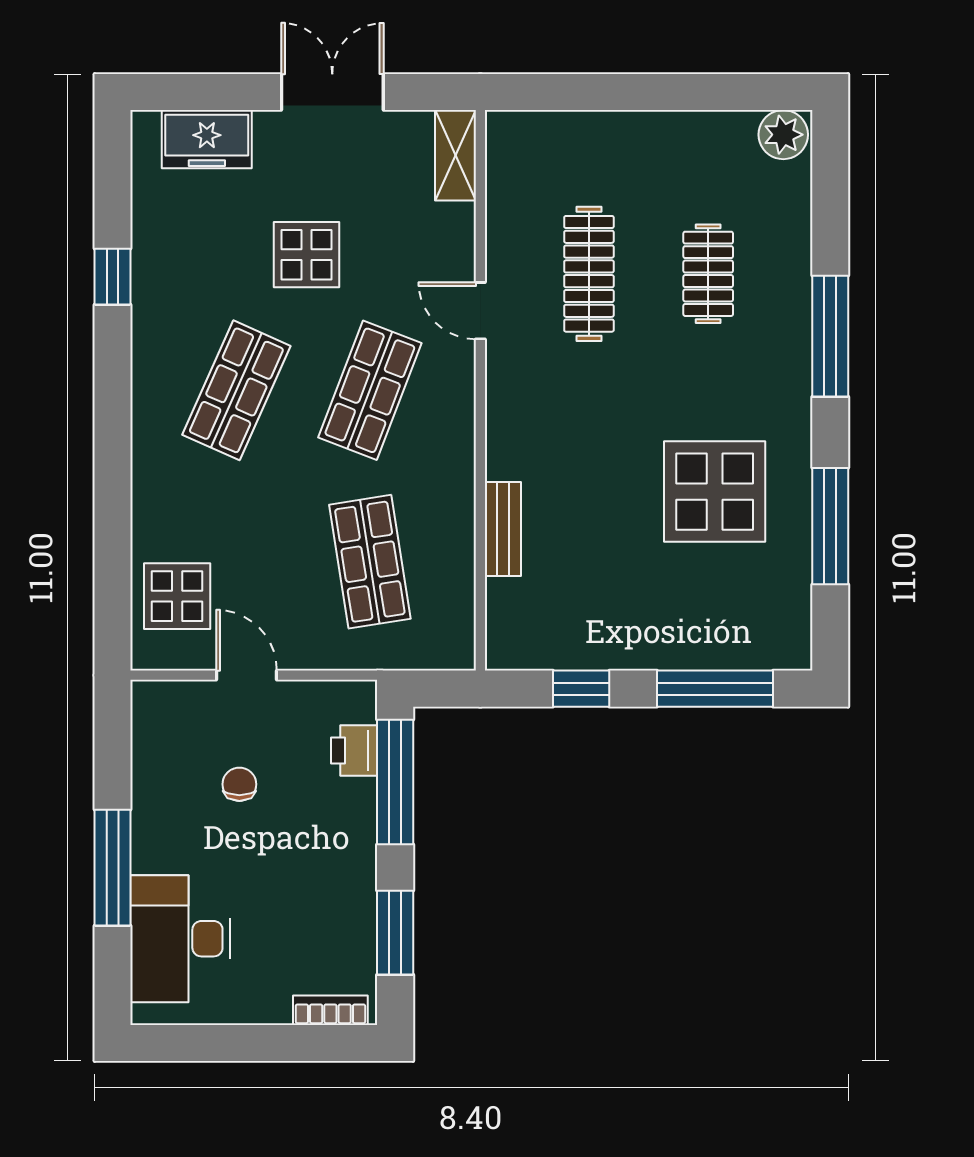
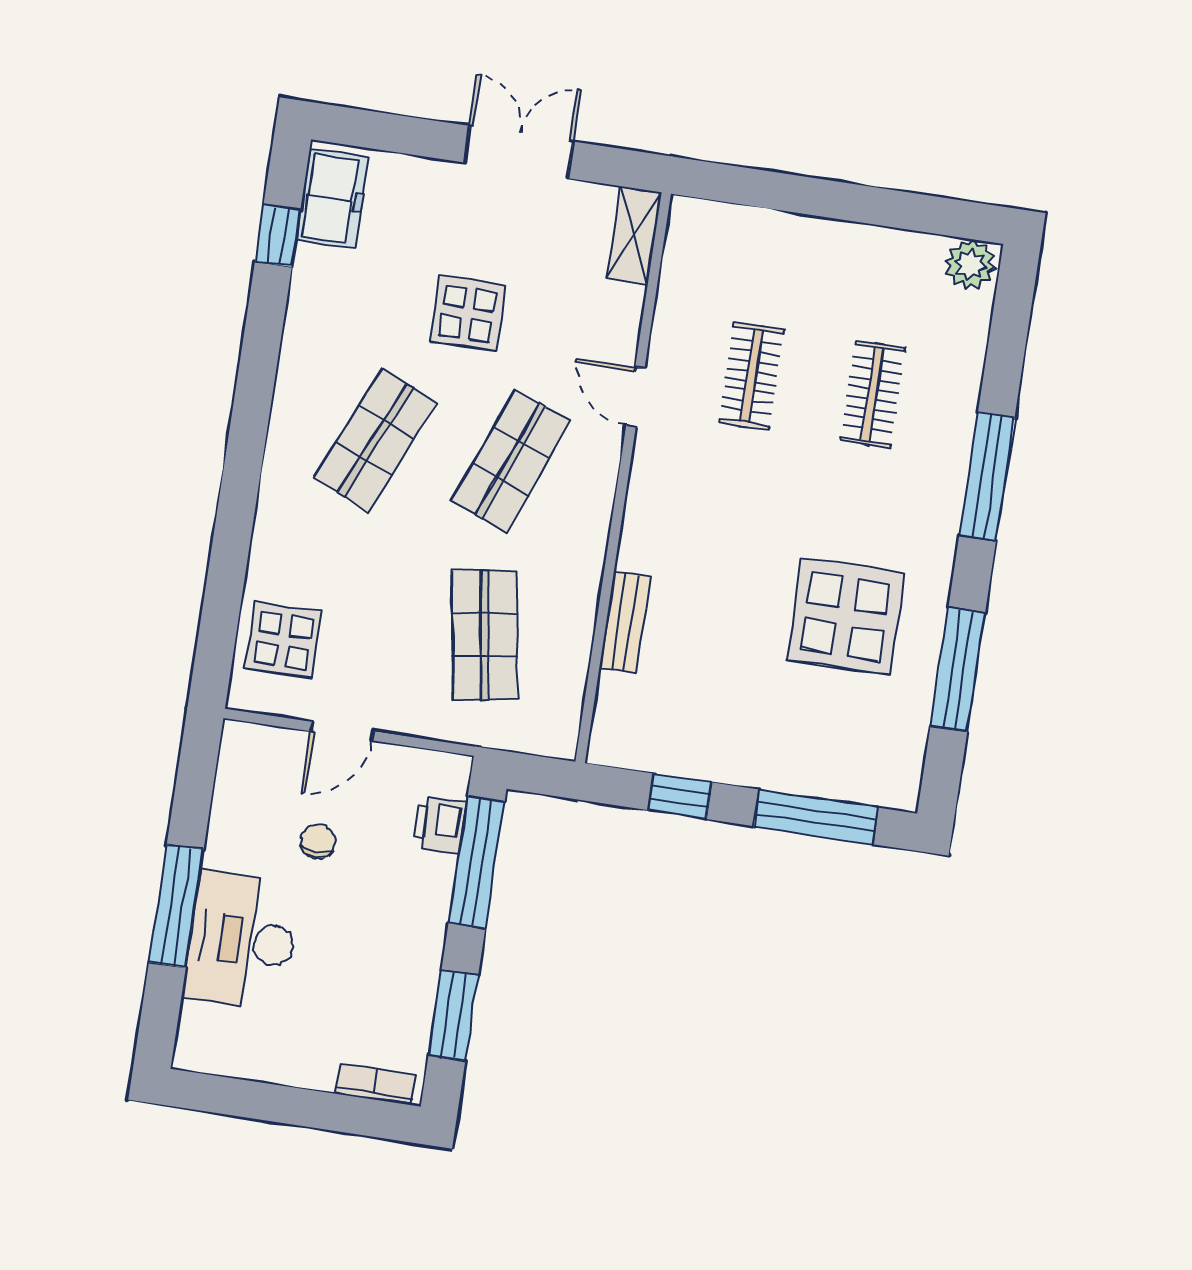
freezer: (207, 139) -> (332, 198), moved, turned -90
clothes rail: (589, 274) -> (751, 376), width x0.73
window: (112, 277) -> (278, 236), moved
door: (247, 675) -> (342, 731), swing flipped
desk: (180, 939) -> (242, 941), moved

